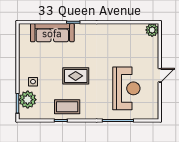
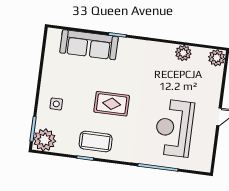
plant: (126, 30) -> (183, 53), added
reception desk: (126, 88) -> (174, 128), turned 180
plant: (28, 100) -> (45, 140), moved

